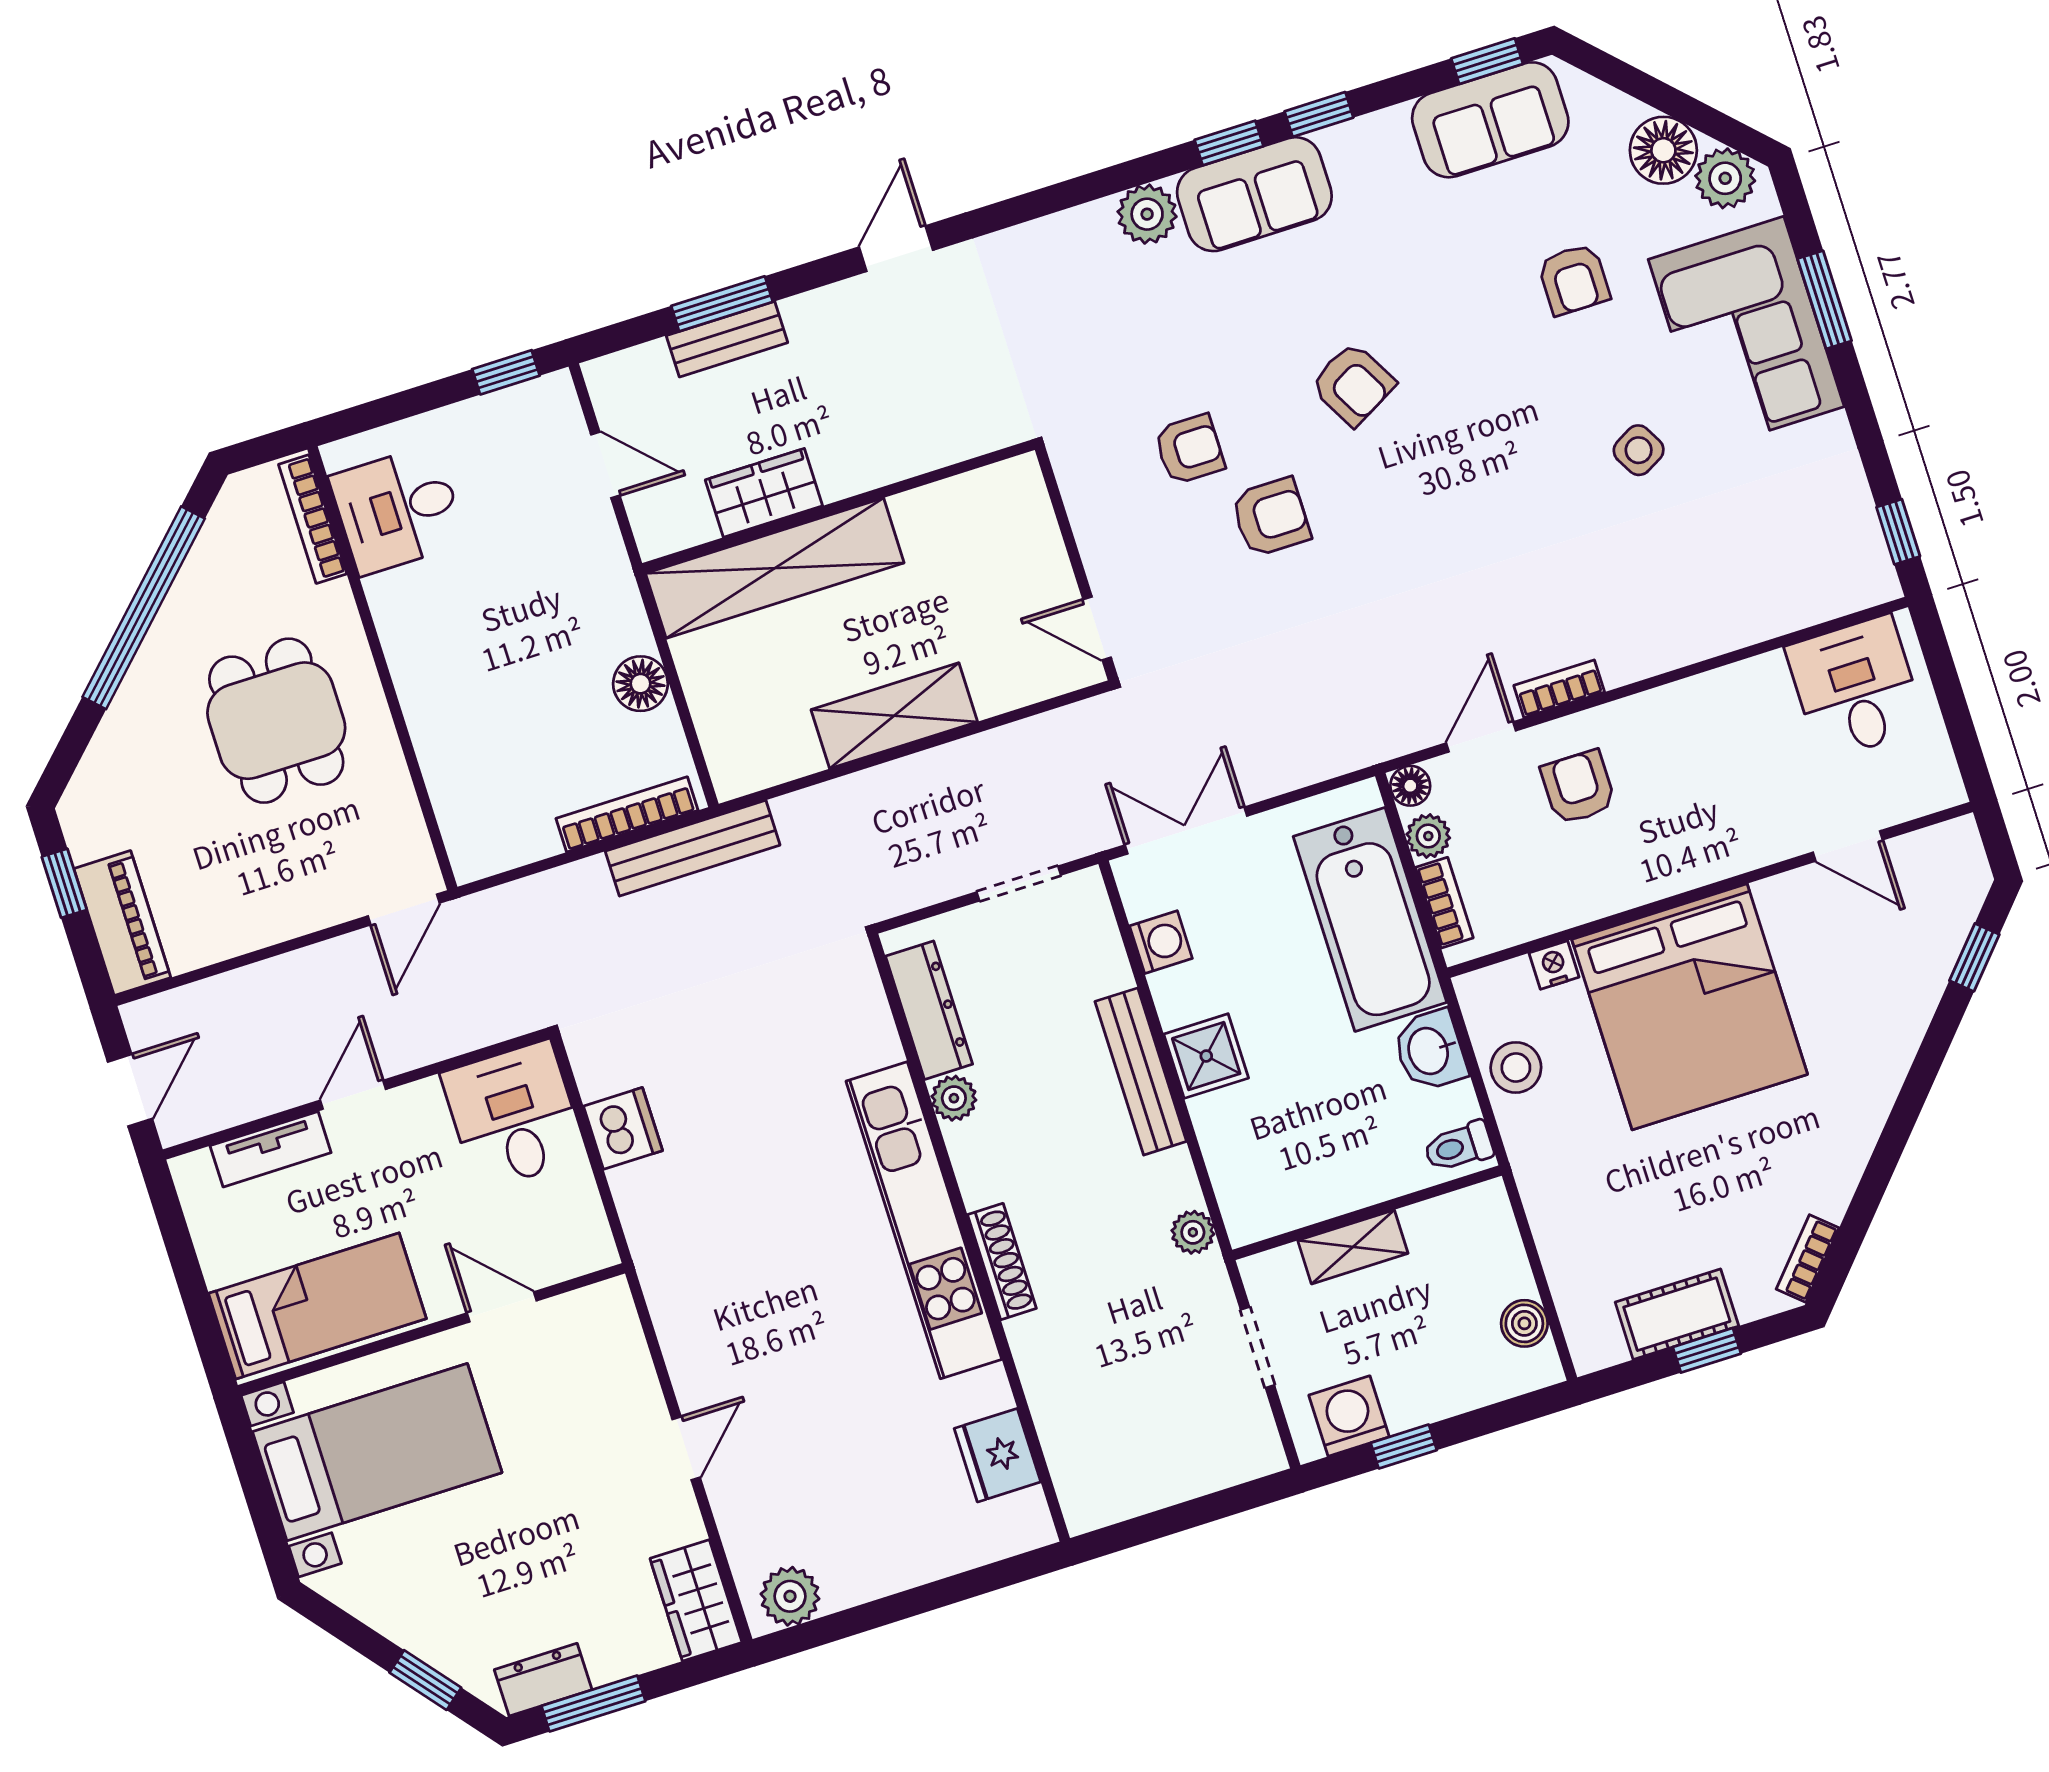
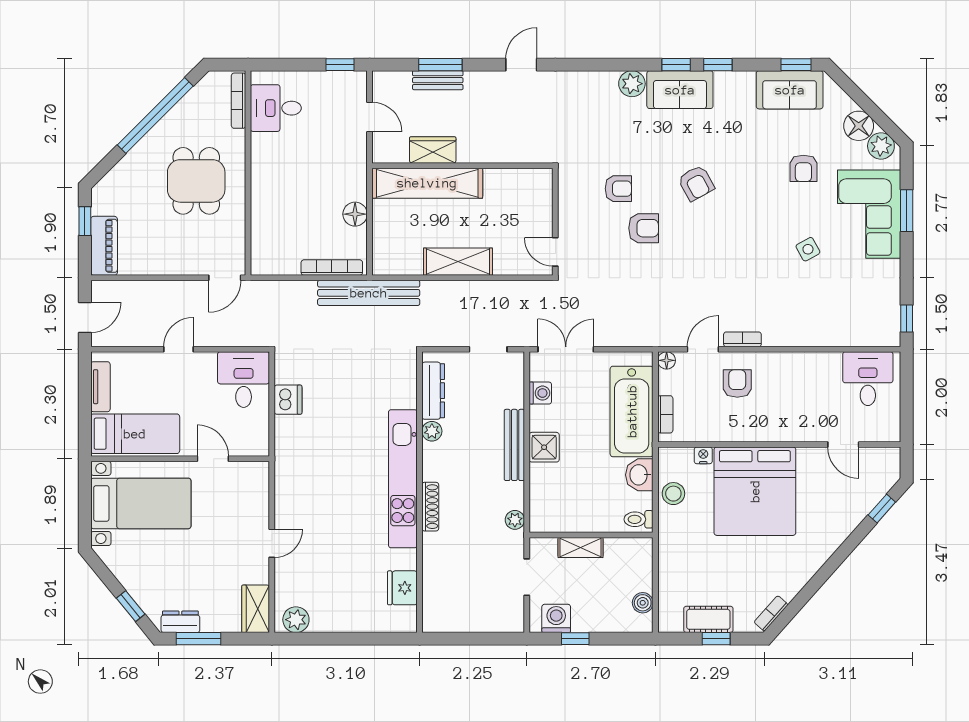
plant: (1428, 836) -> (667, 384), removed
bench: (693, 848) -> (369, 293), width x1.37, depth x1.21
tv unit: (271, 1149) -> (100, 387), moved, turned -90

